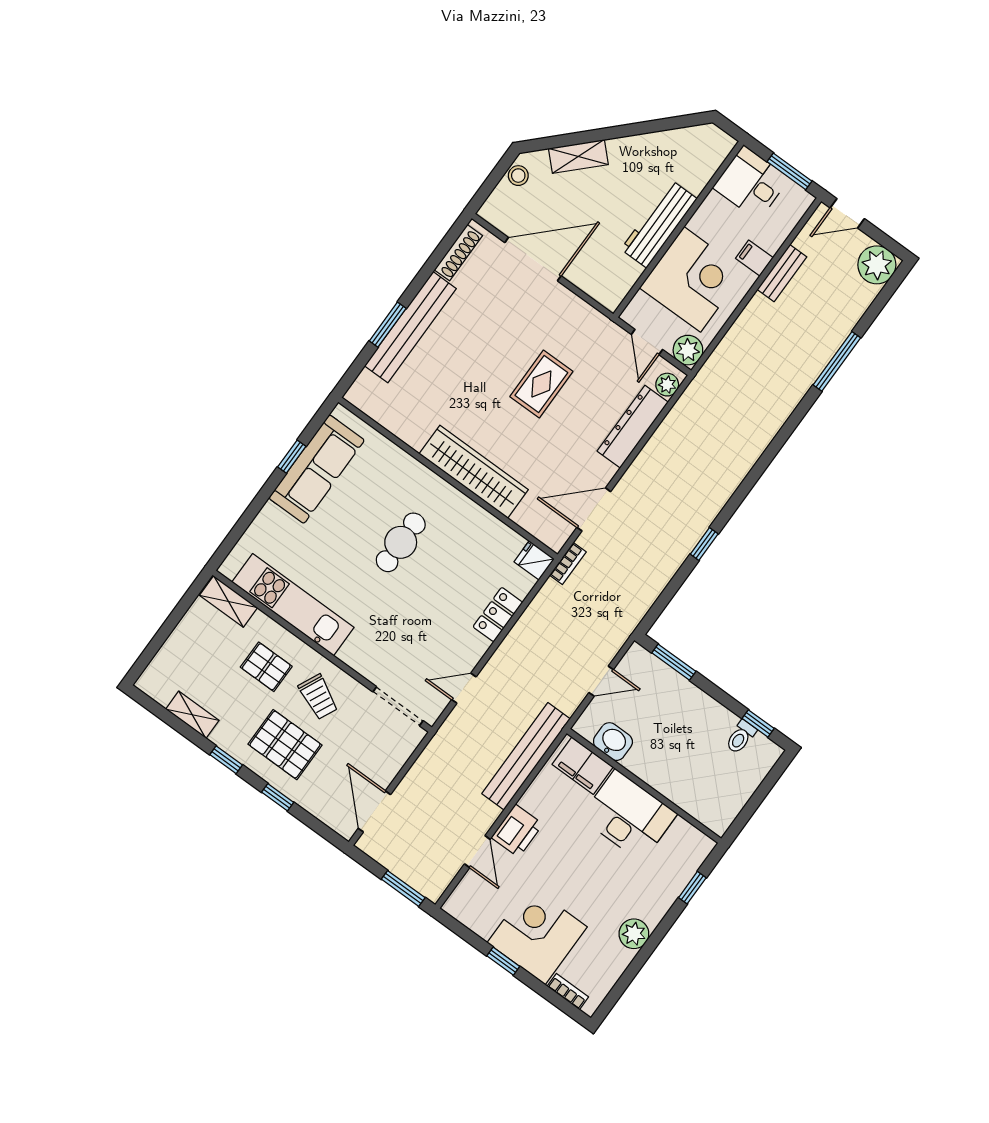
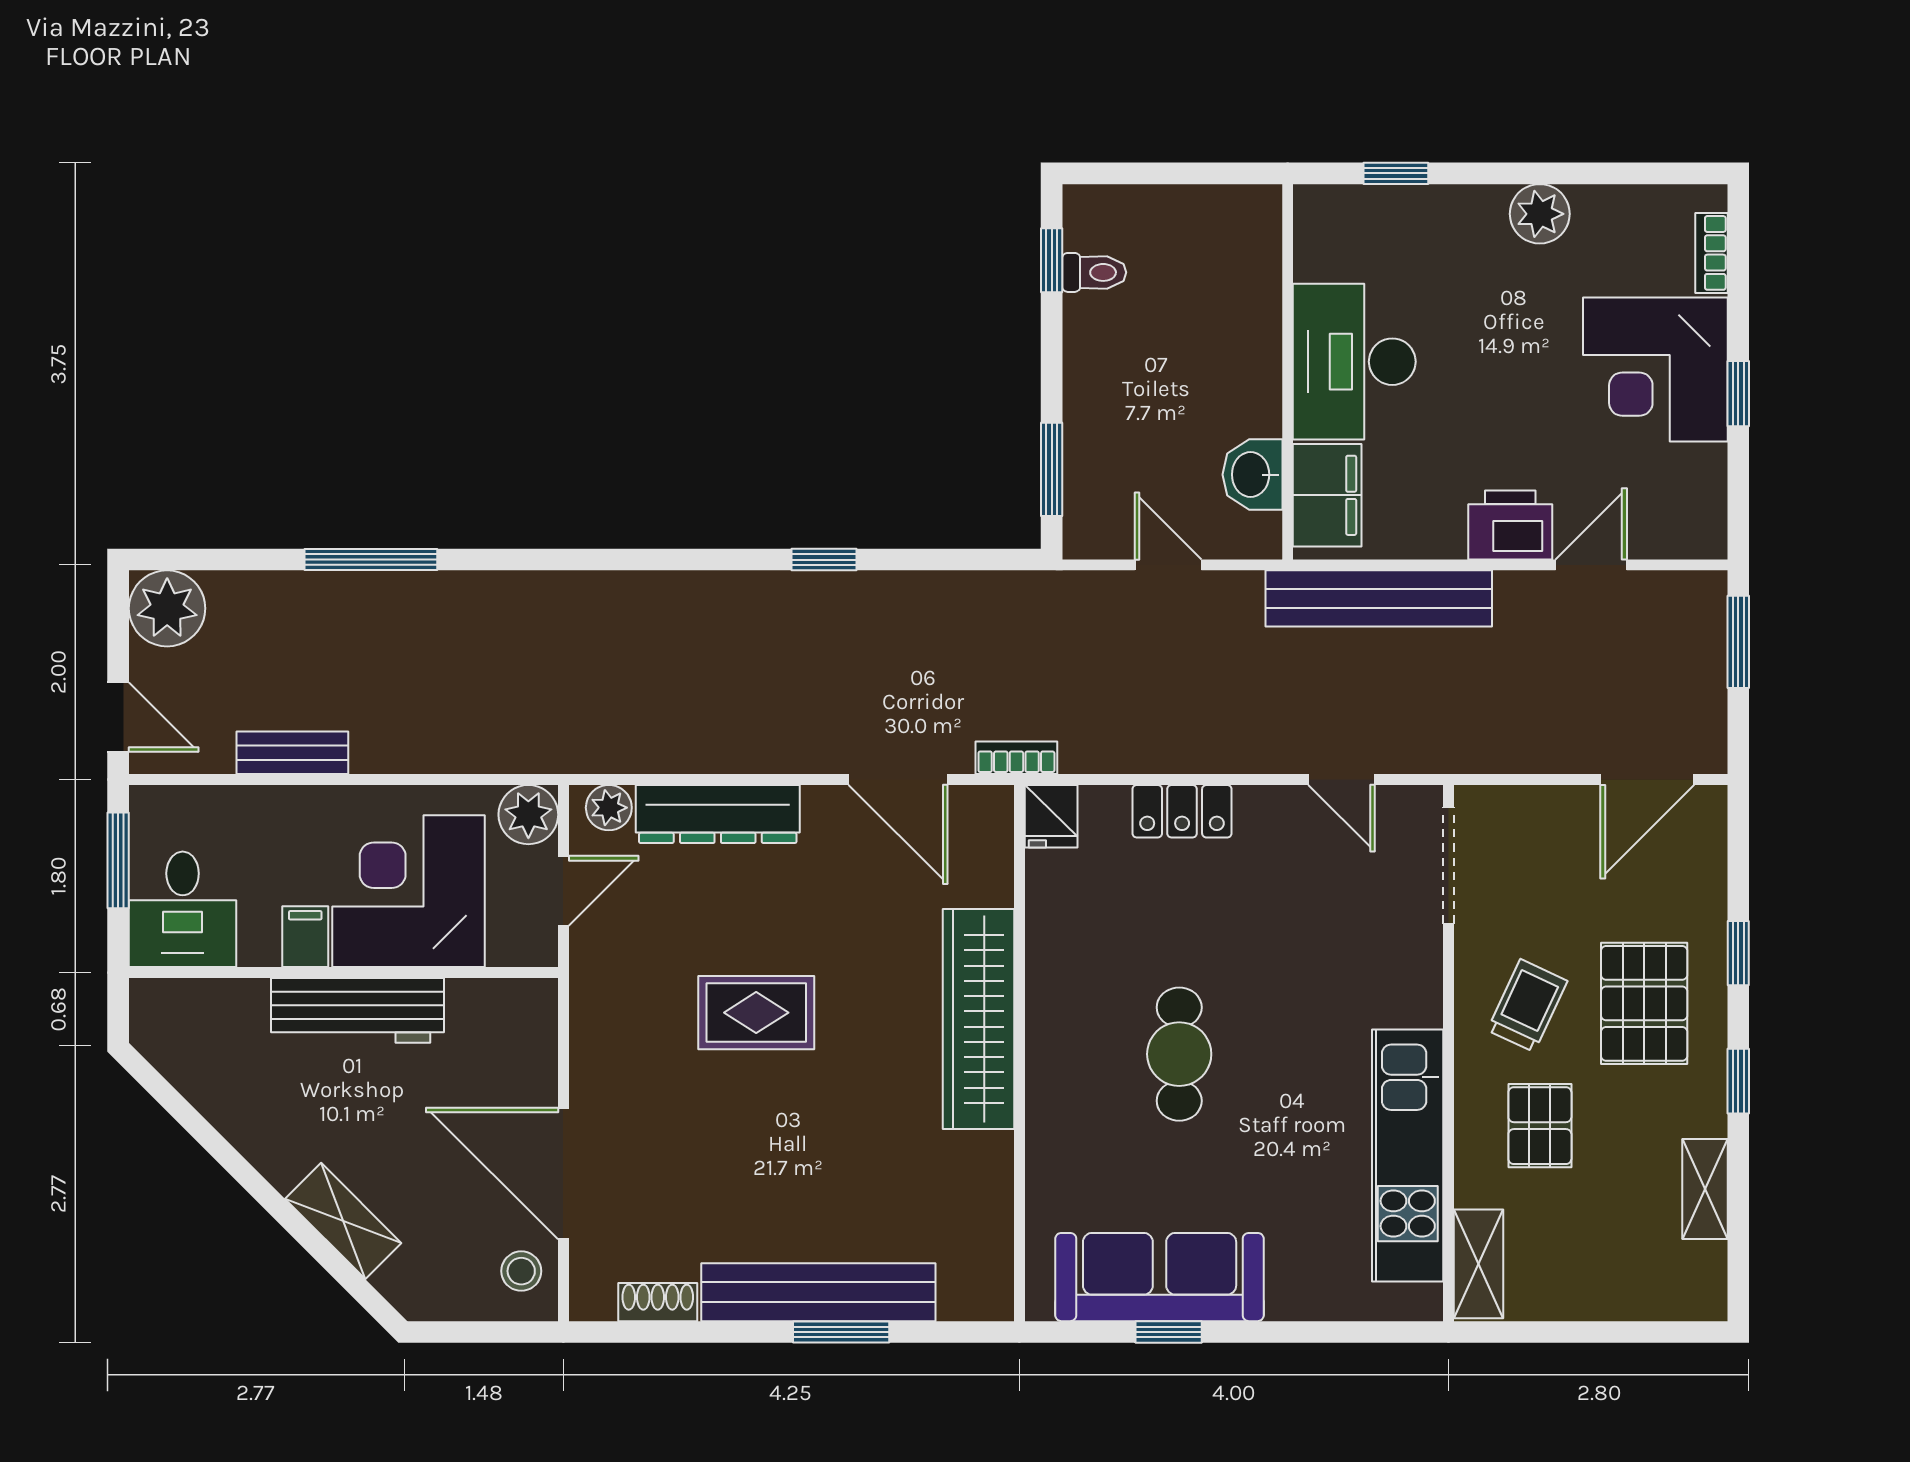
stool: (518, 176) -> (521, 1271), moved
shoe rack: (458, 253) -> (658, 1302), width x0.70
filing cabinet: (754, 258) -> (305, 937), moved, turned 180
cafe table: (401, 542) -> (1179, 1054), turned 90

